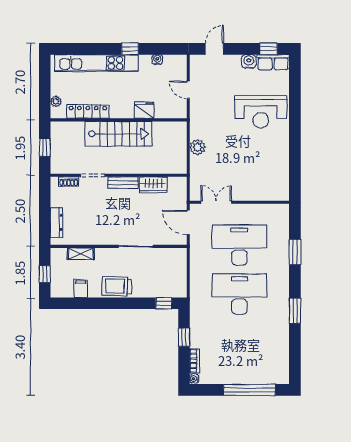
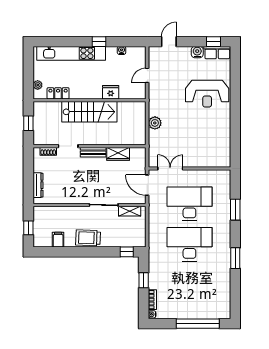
door: (188, 90) -> (147, 75), hinge flipped
locker: (88, 111) -> (58, 93), width x0.66
shelving: (81, 254) -> (130, 211), moved

